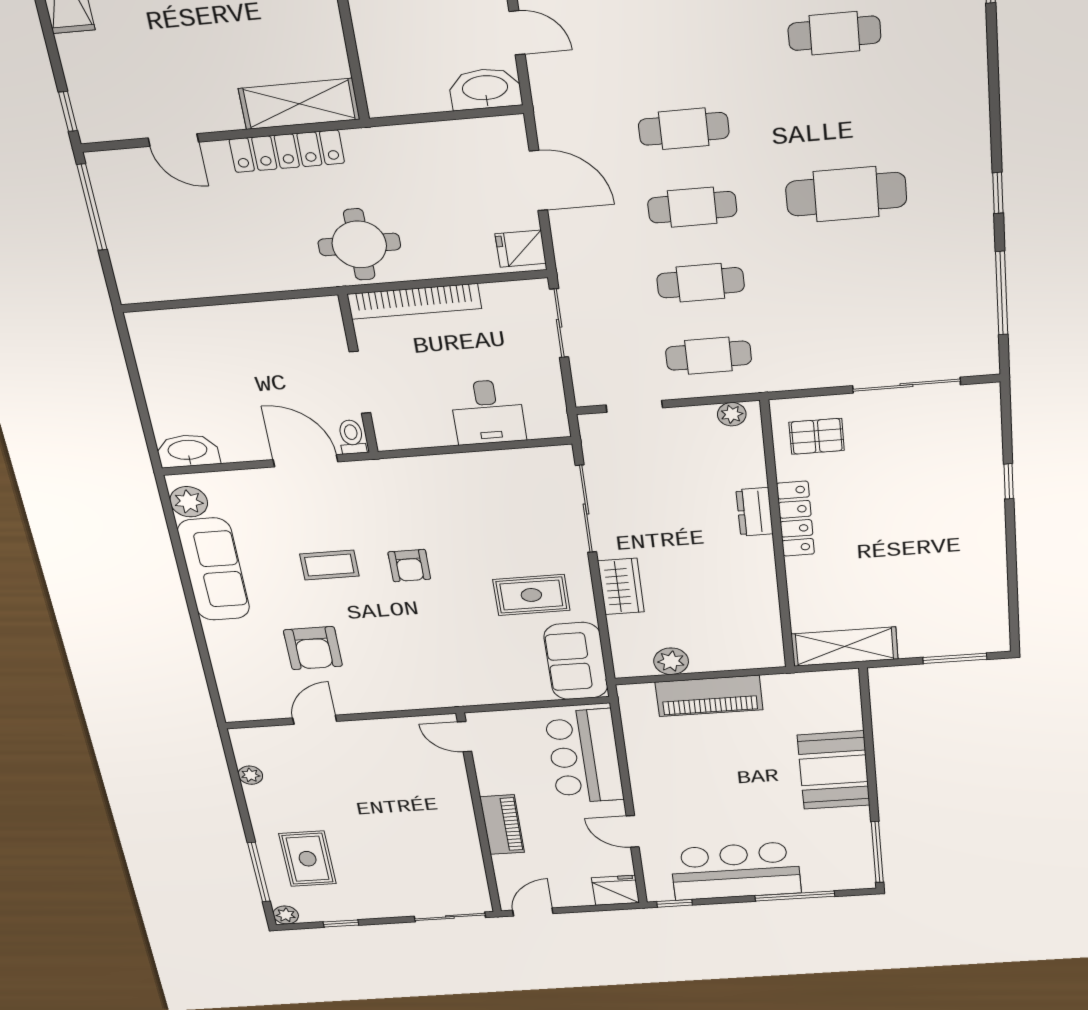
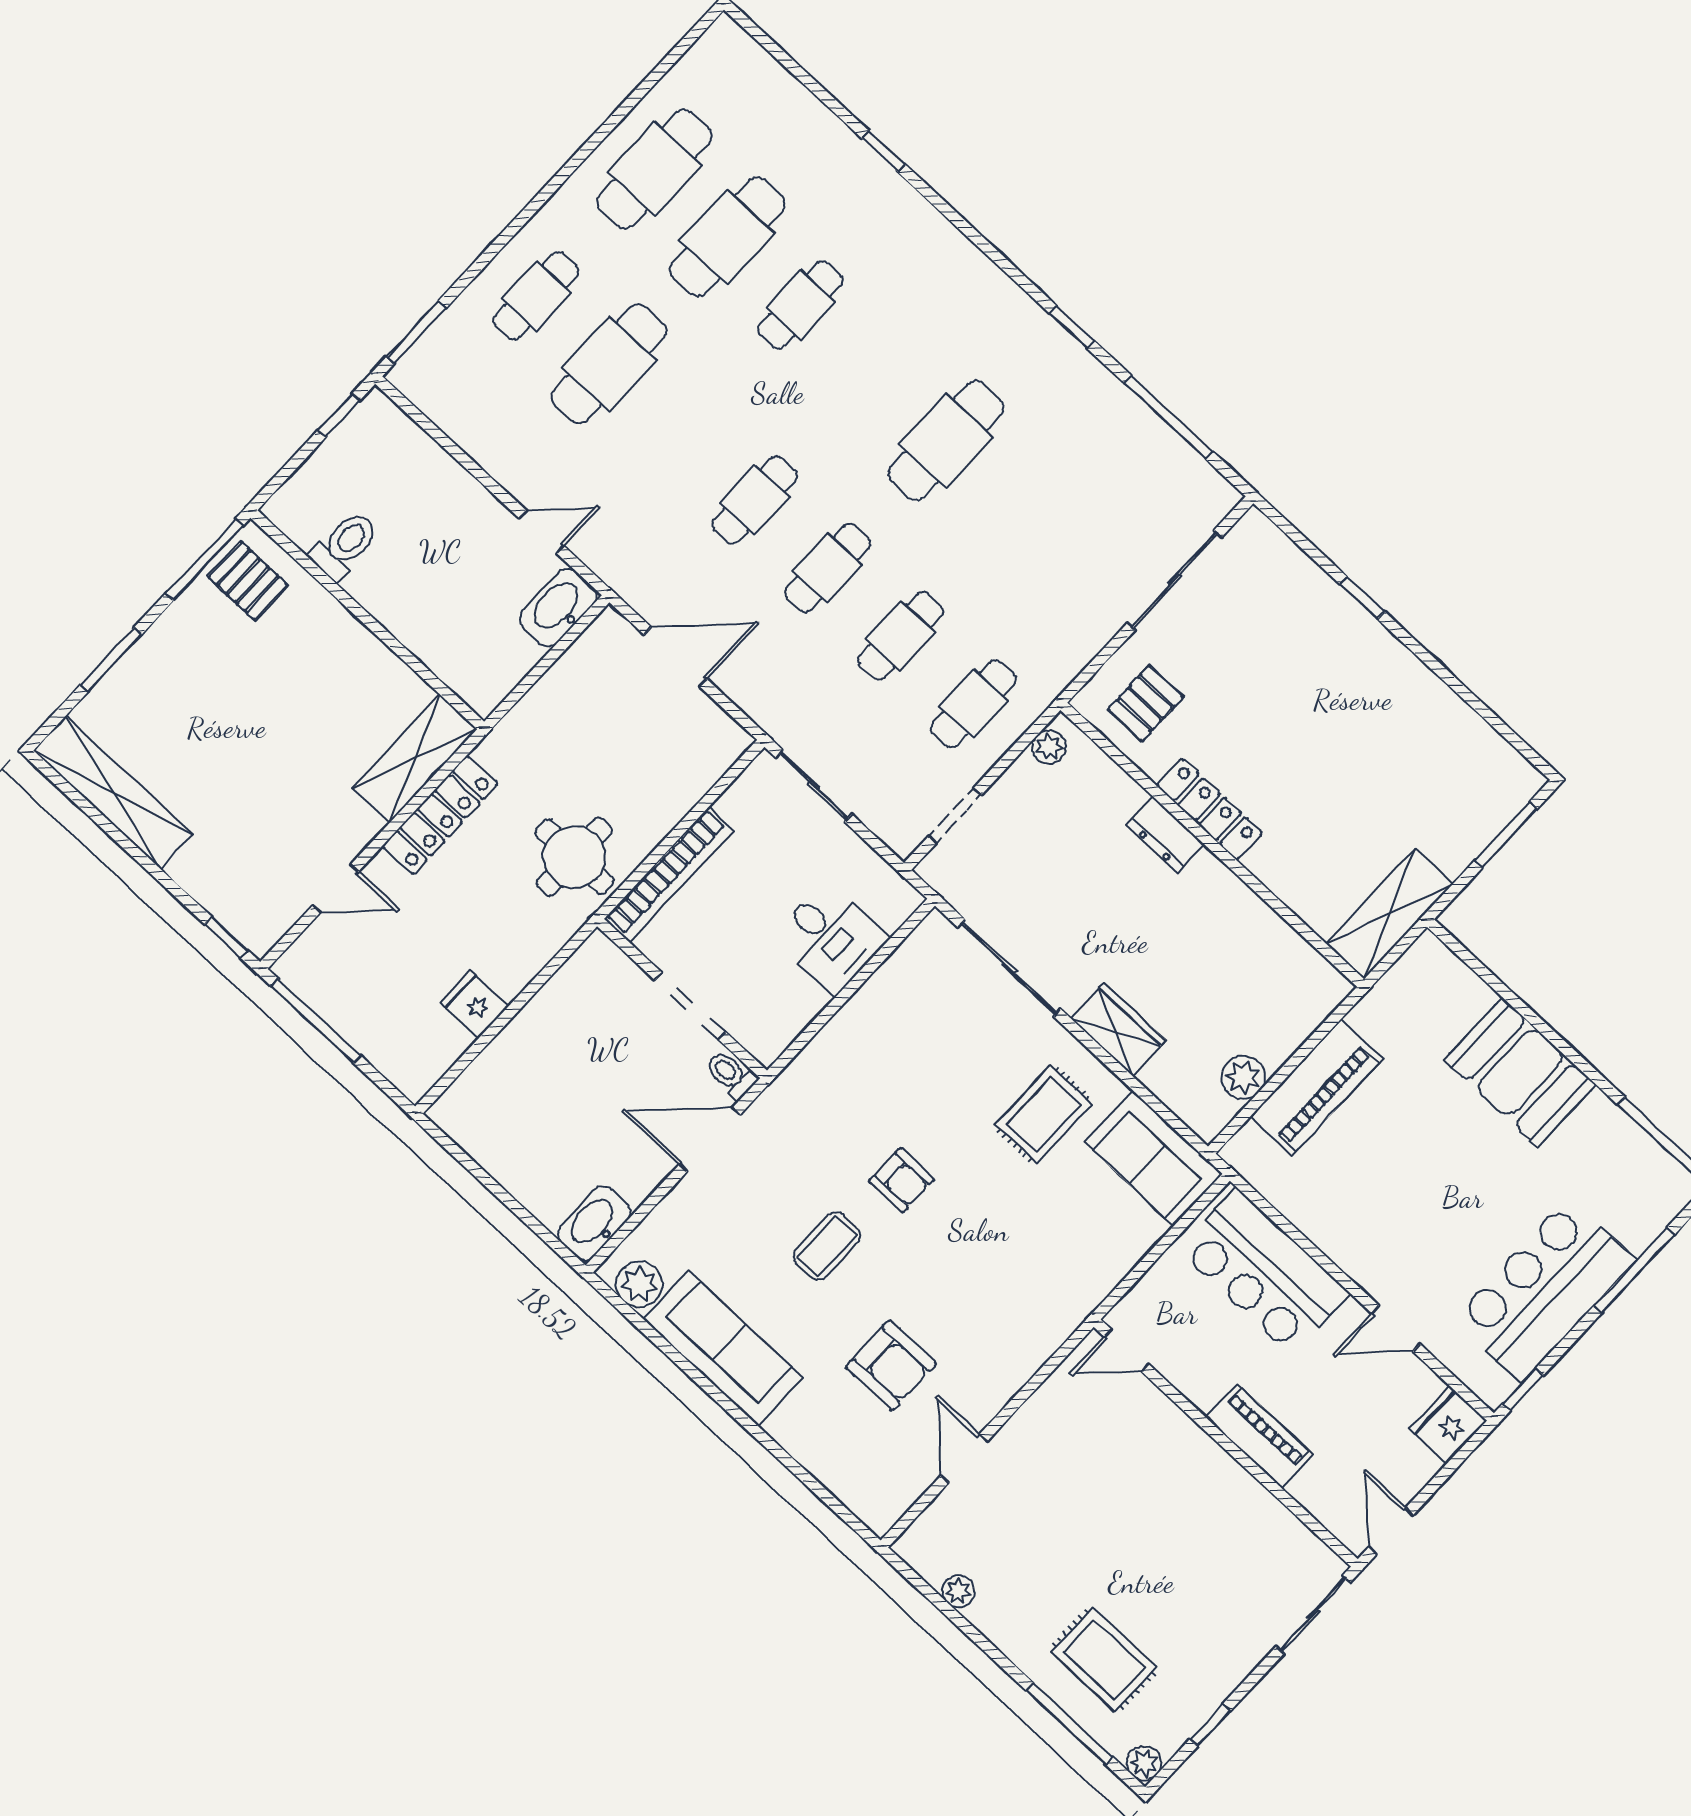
fridge: (521, 249) -> (474, 1004), moved, turned 90

